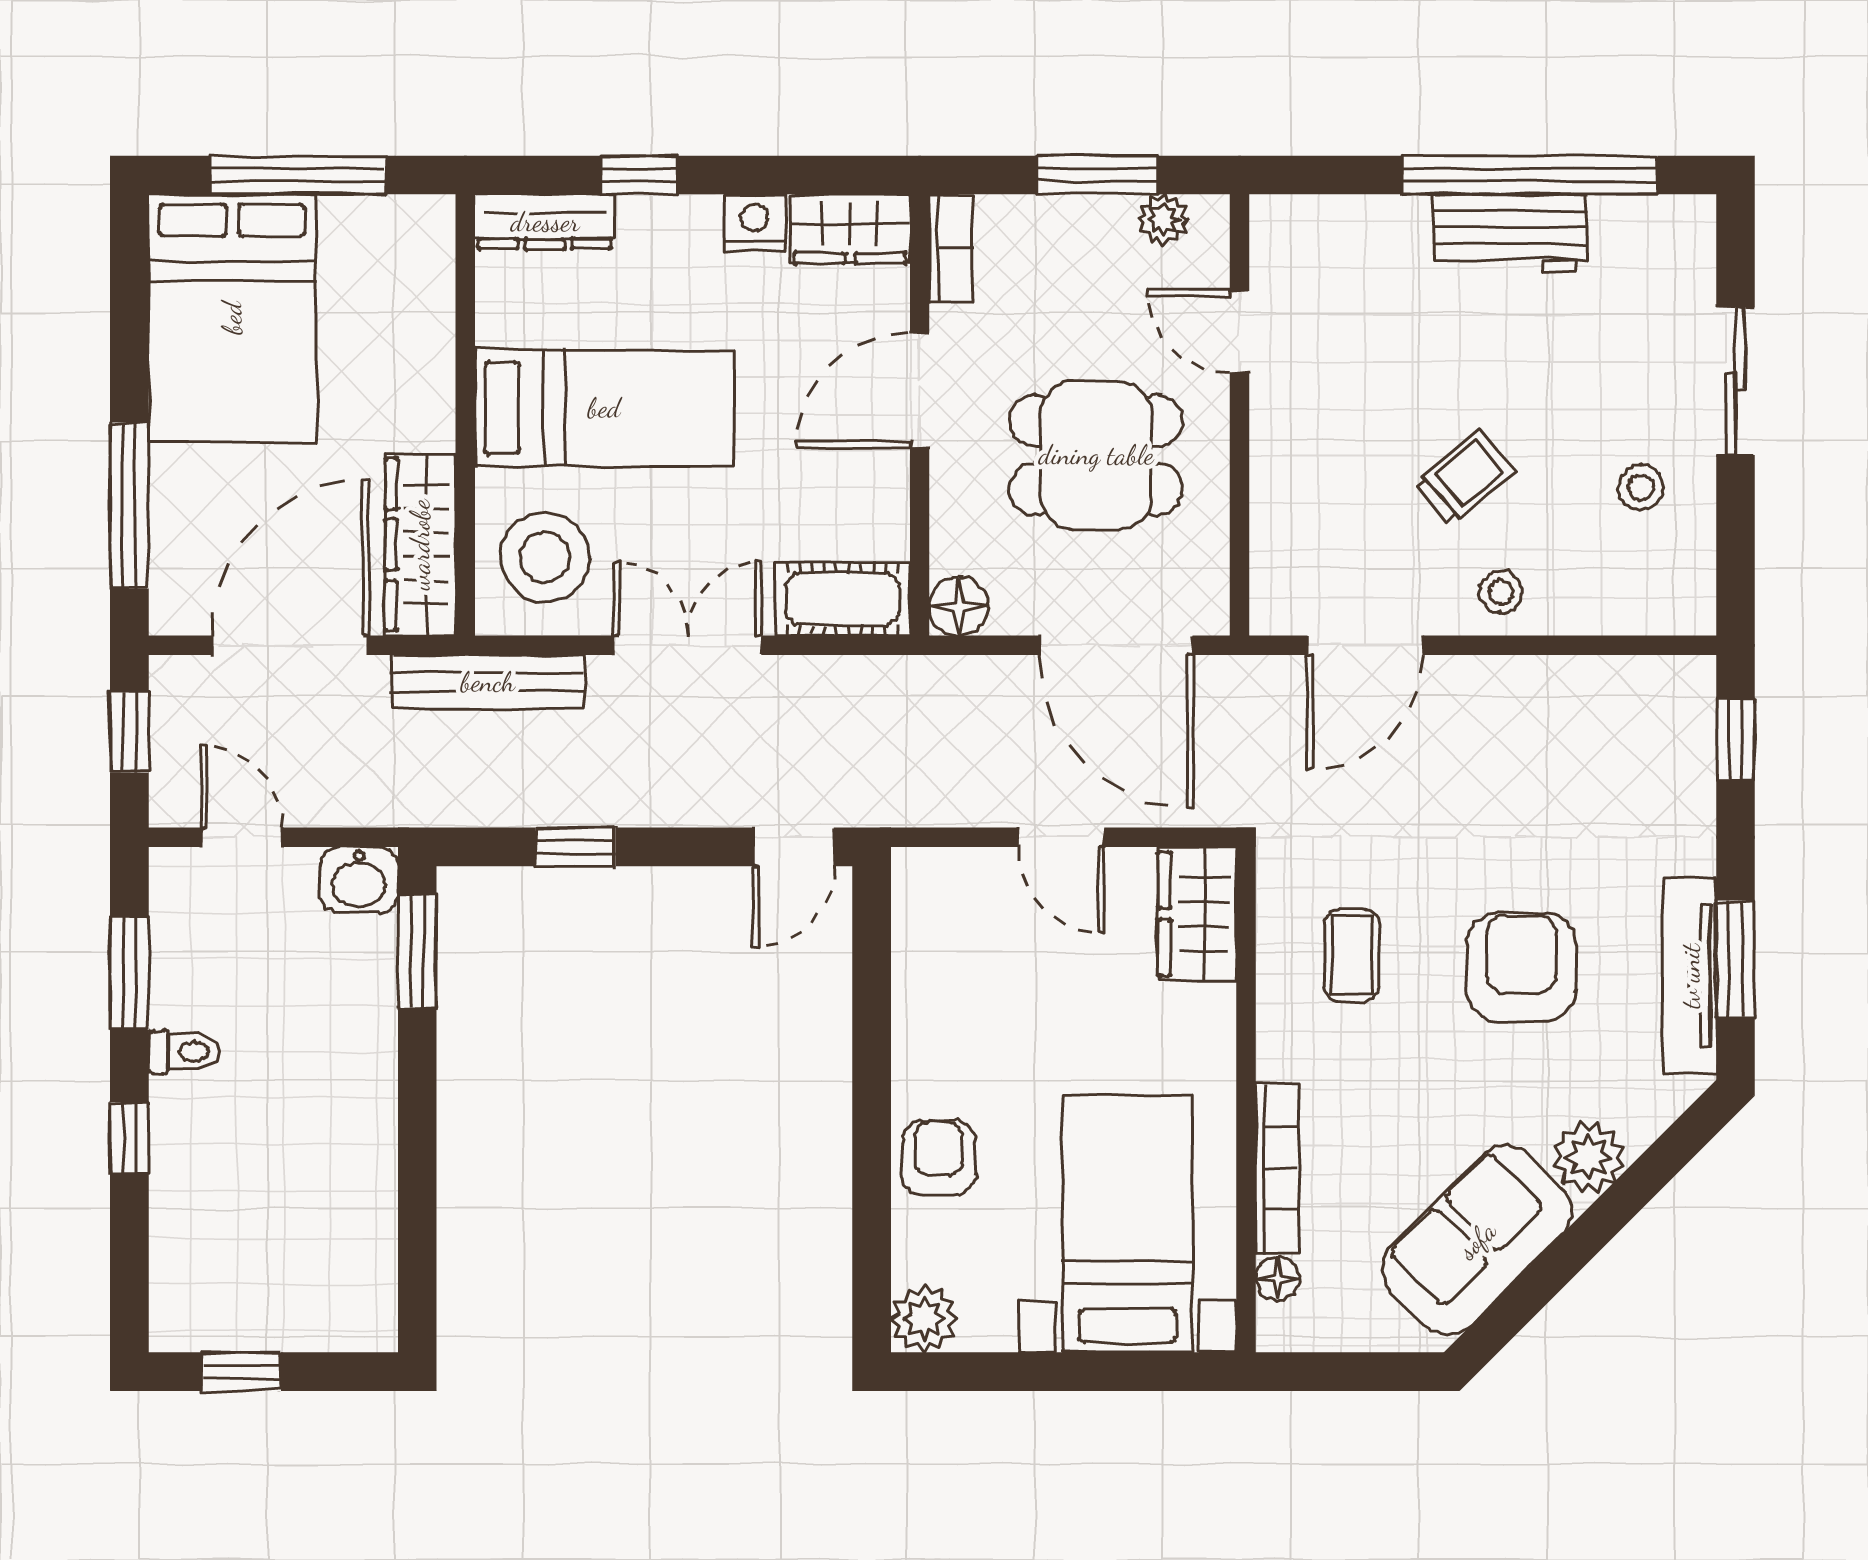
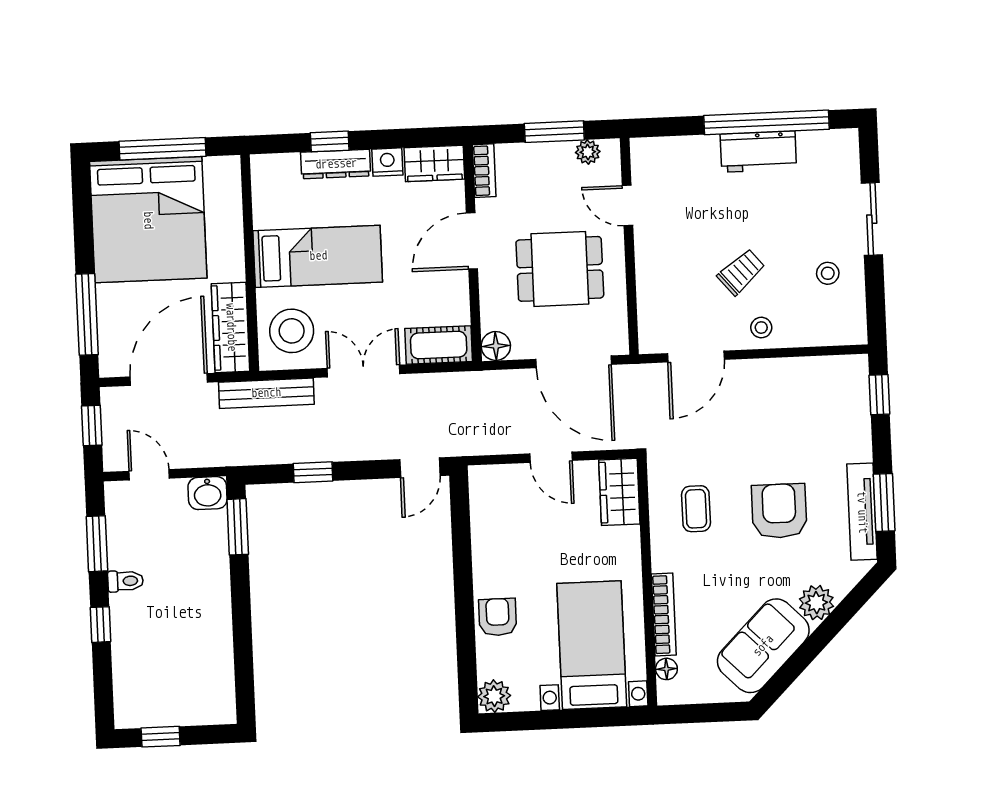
dresser: (545, 222) -> (336, 164), moved
bed: (232, 318) -> (148, 220), width x1.36

